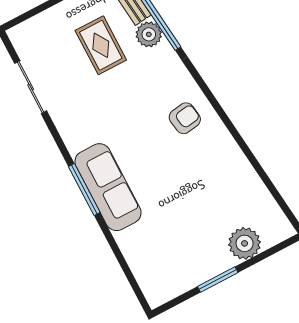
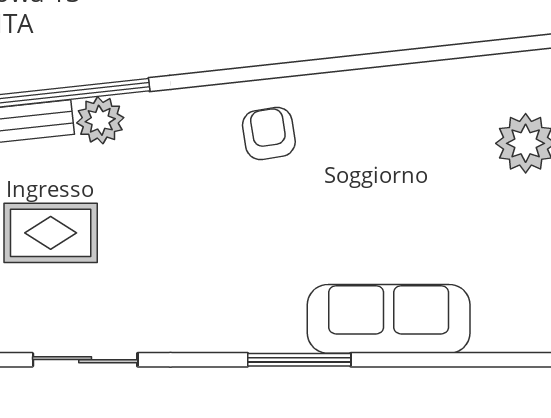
rug: (101, 45) -> (51, 233), moved
sofa: (108, 187) -> (389, 319), moved

